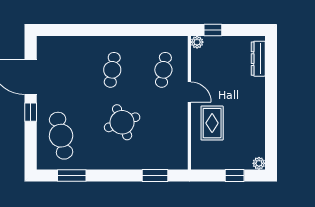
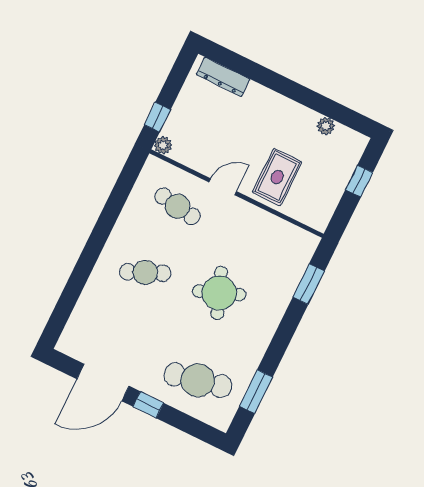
cafe table: (112, 70) -> (145, 272), turned -33
rug: (212, 123) -> (277, 177), turned 90
plant: (259, 163) -> (326, 126), moved

